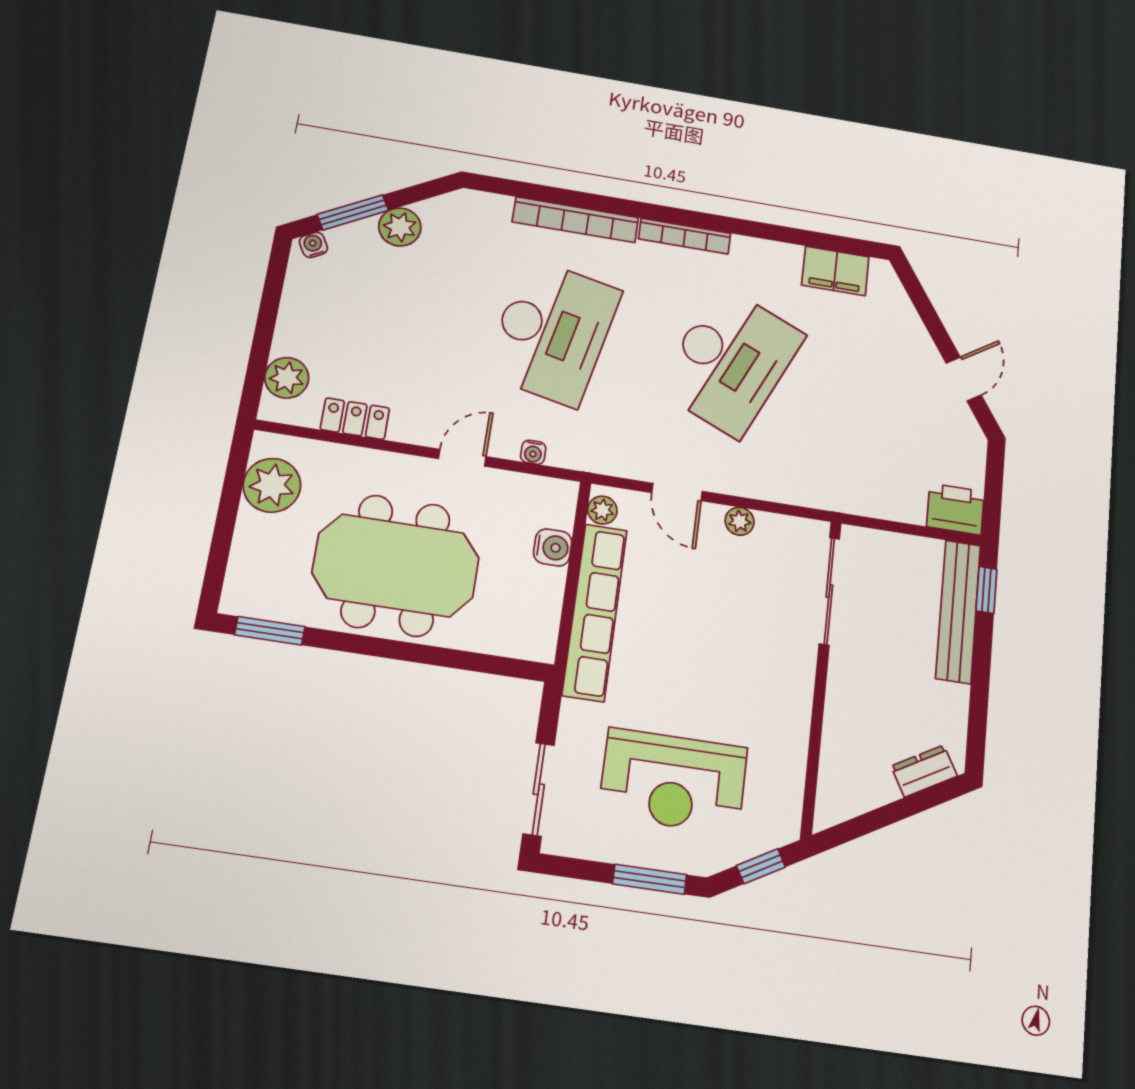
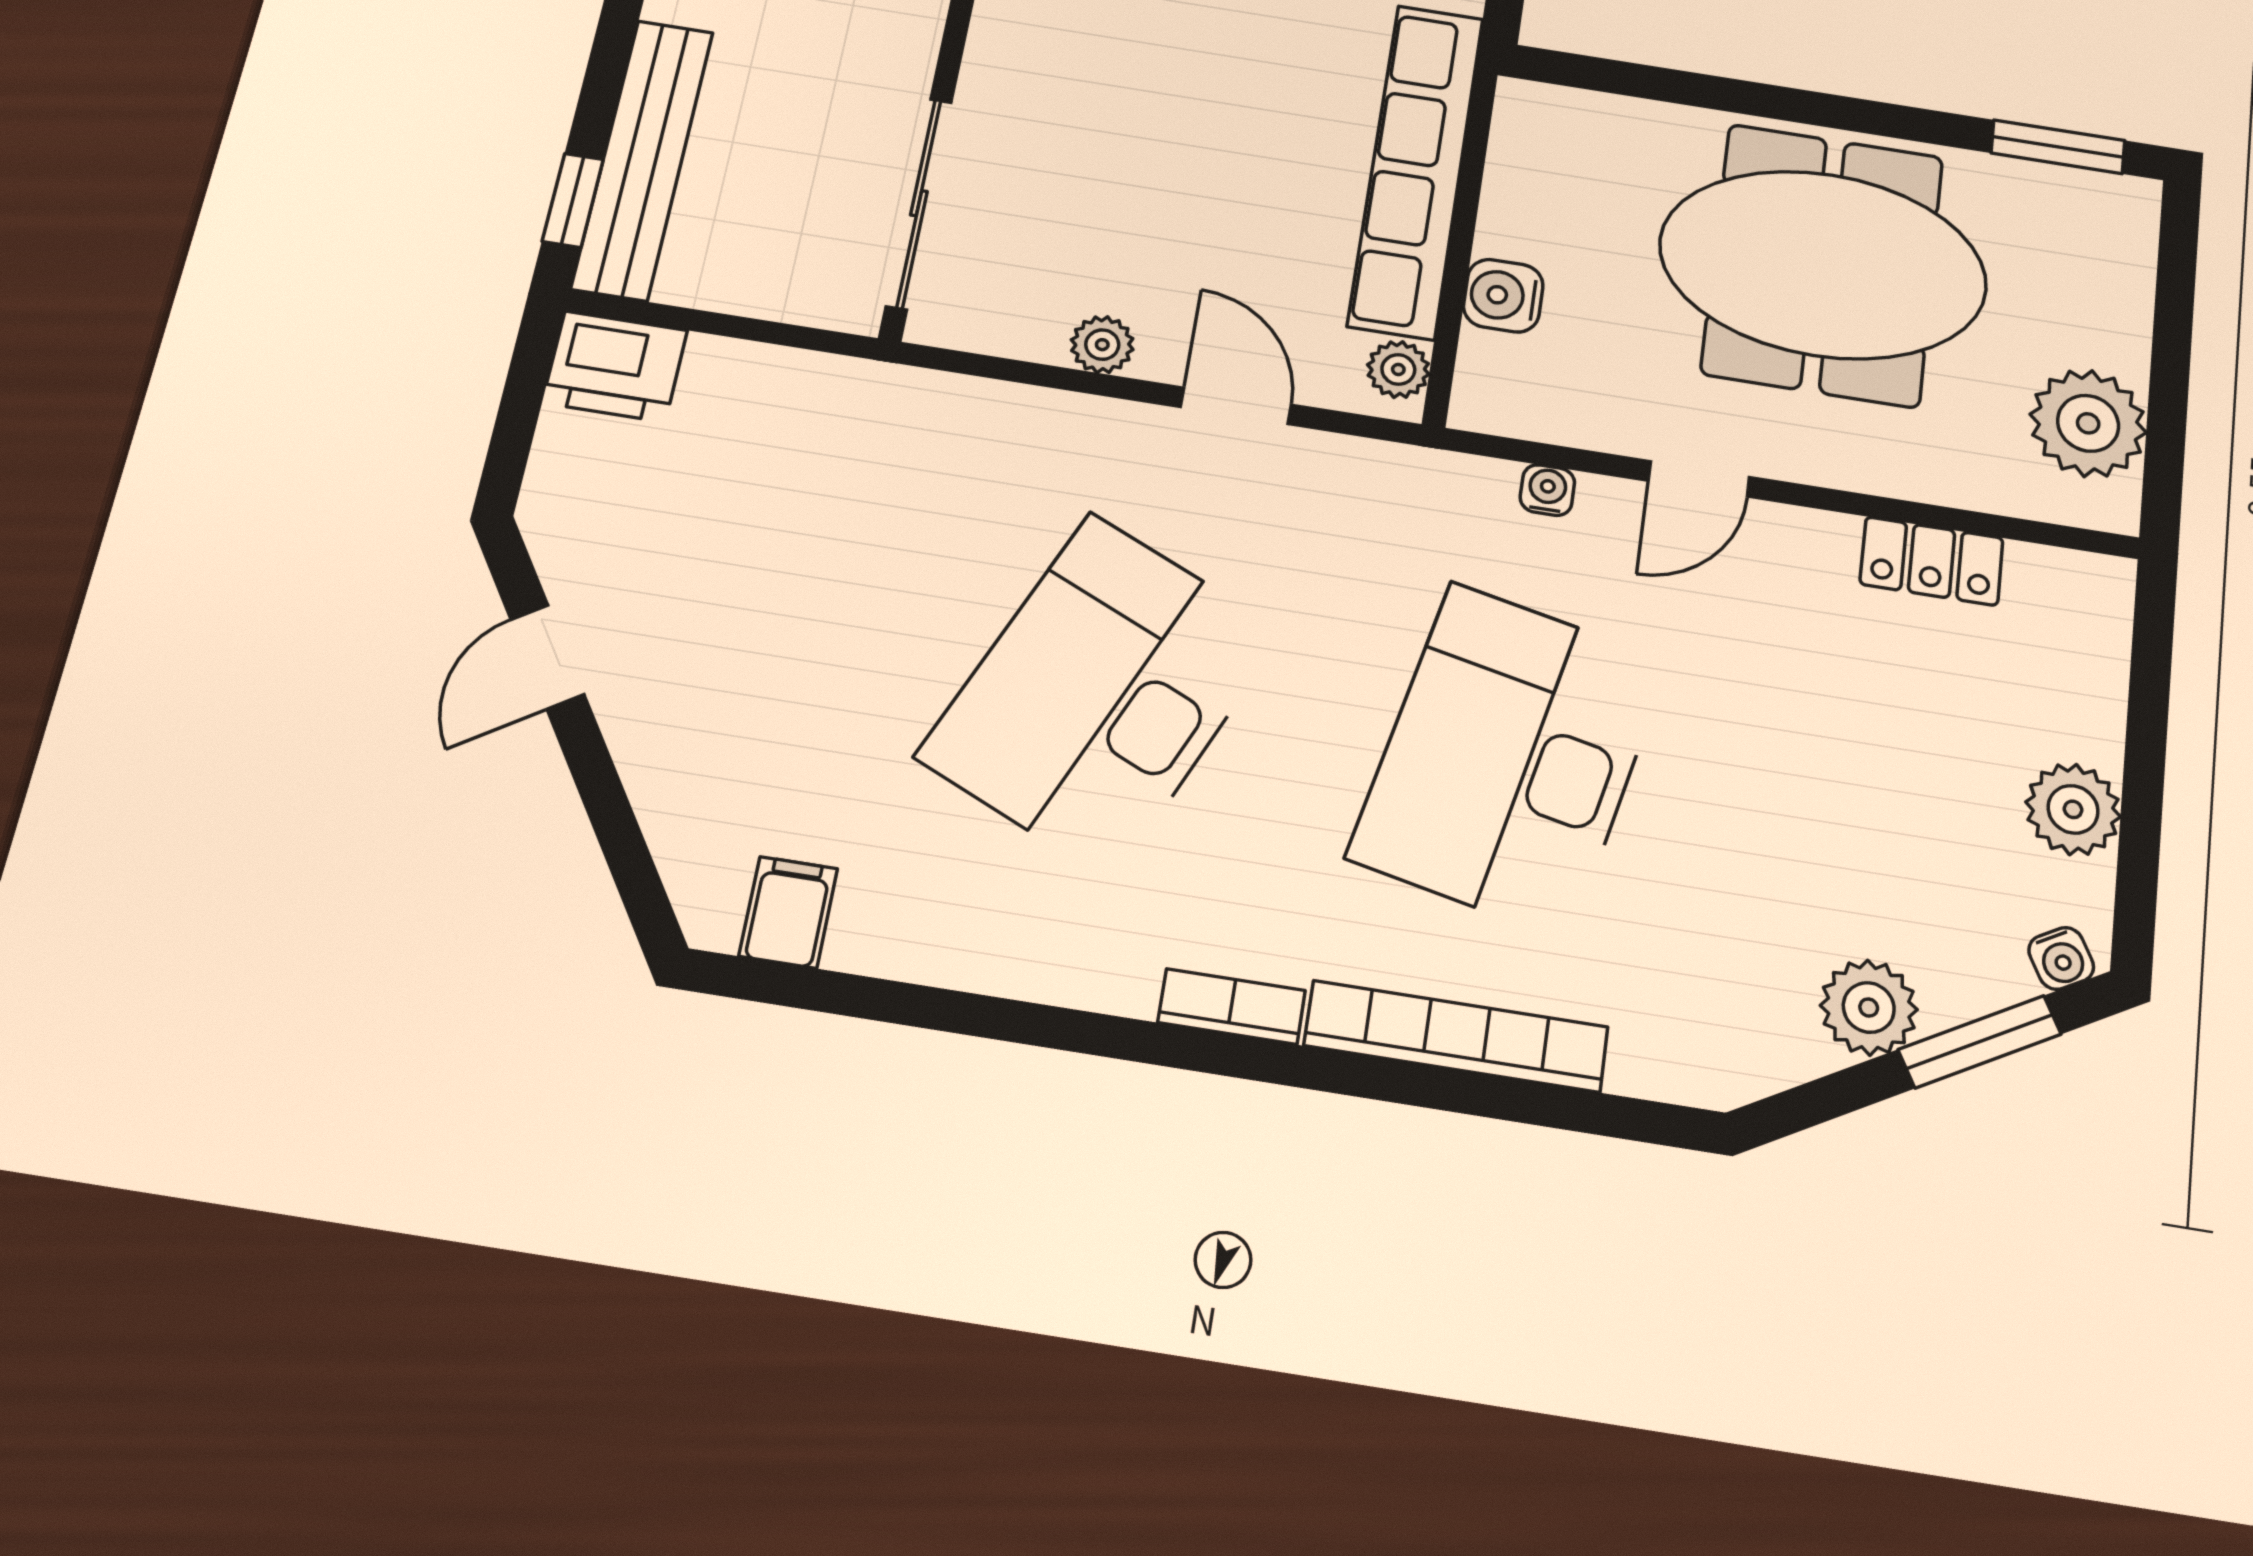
bookcase: (685, 236) -> (1232, 1006), width x0.64
filing cabinet: (835, 271) -> (788, 912), width x0.50
plant: (287, 378) -> (2073, 809), moved

